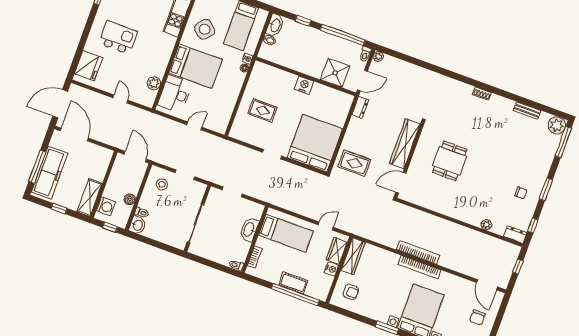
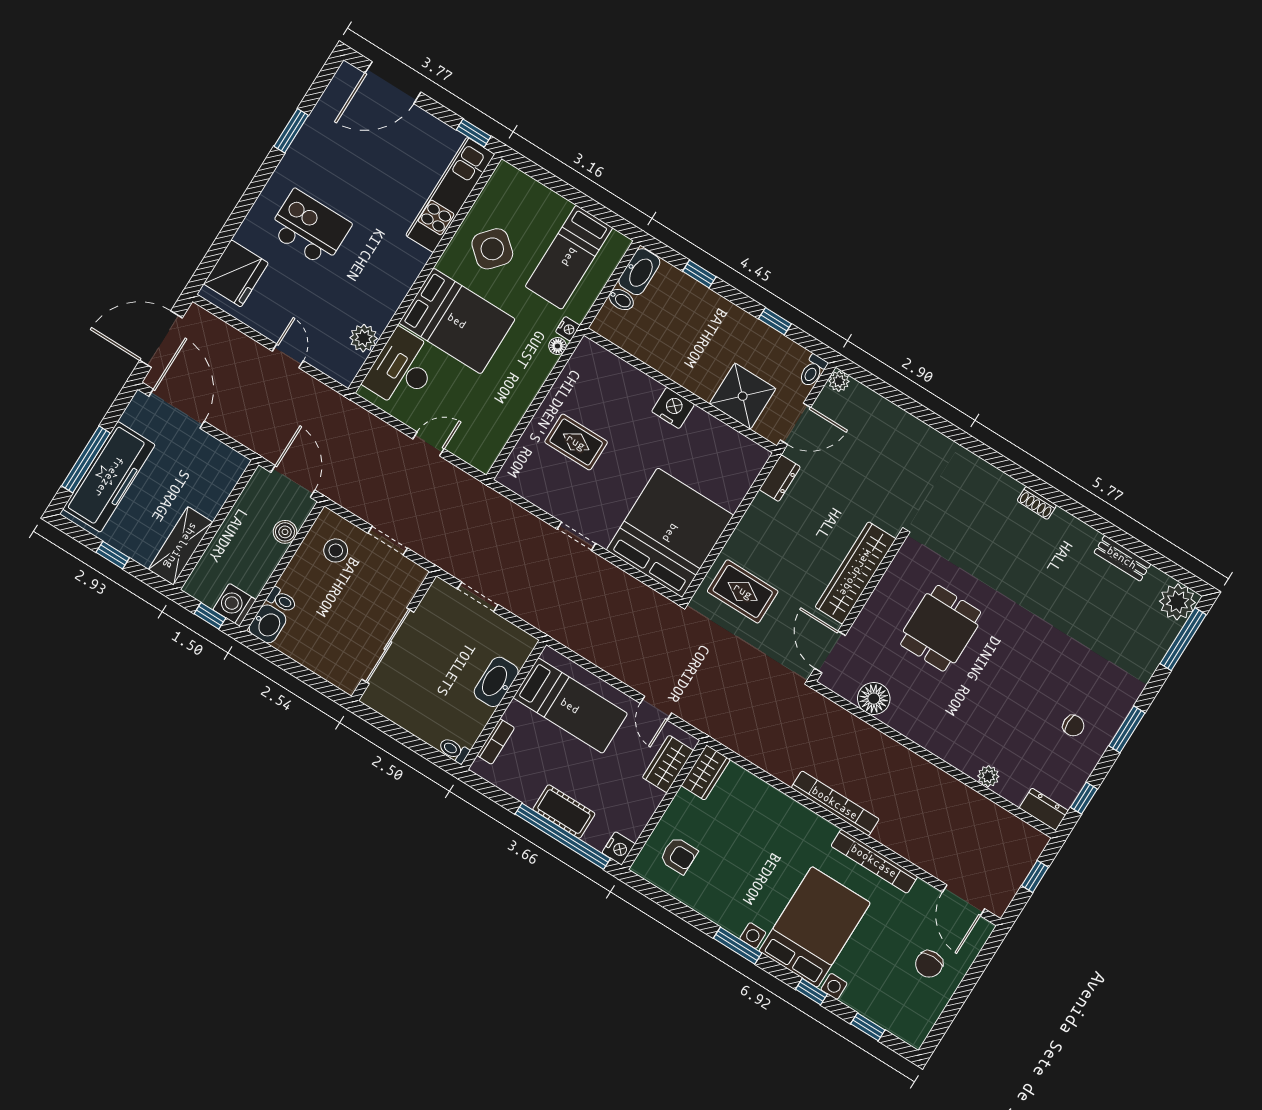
window: (343, 35) -> (775, 321), width x0.32
door: (401, 183) -> (830, 652), hinge flipped
boiler: (130, 199) -> (285, 532), moved
floor lamp: (426, 200) -> (874, 699), added
washing machine: (106, 206) -> (234, 605), moved, turned 180
door: (326, 226) -> (656, 708), swing flipped
wardrobe: (353, 256) -> (706, 773), width x0.67
bookcase: (419, 267) -> (874, 861), moved
nightstand: (331, 269) -> (619, 848), moved

